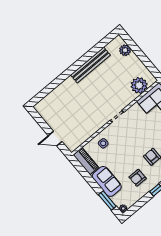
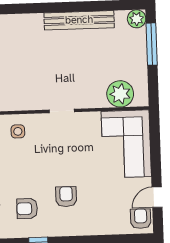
window: (135, 49) -> (152, 44), added
plant: (125, 50) -> (137, 19), moved

